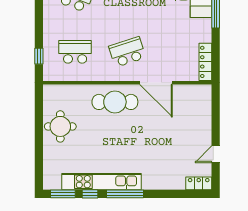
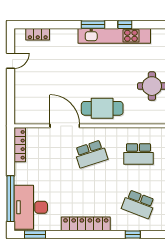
locker: (199, 183) -> (38, 34), moved
window: (63, 194) -> (150, 25), removed
window: (125, 194) -> (93, 25), width x0.69

